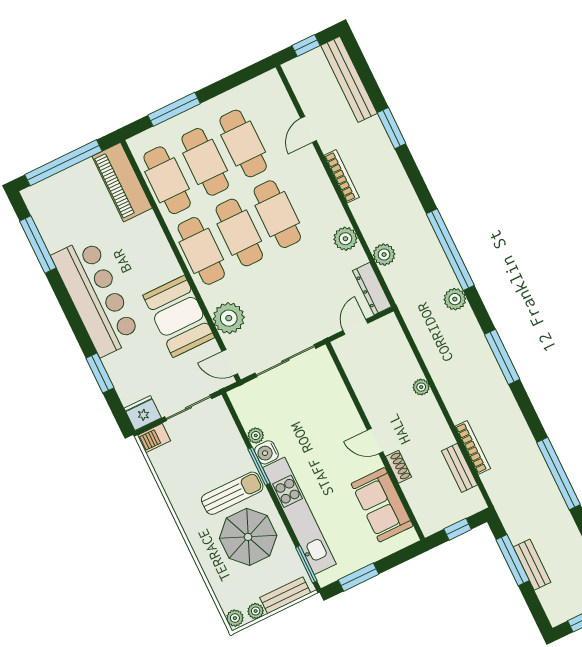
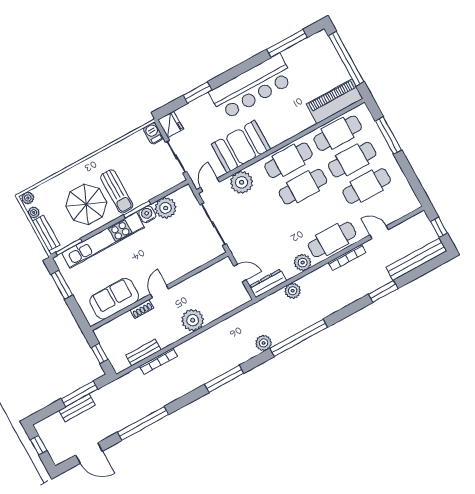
cafe table: (277, 214) -> (332, 240), moved
plant: (421, 387) -> (193, 320), width x1.88, depth x1.88
plant: (256, 436) -> (166, 208), width x1.88, depth x1.88

